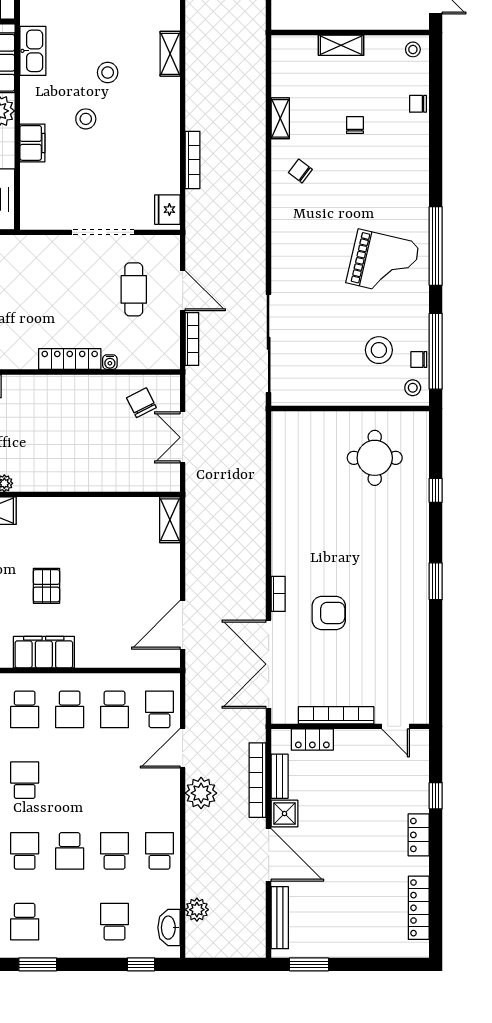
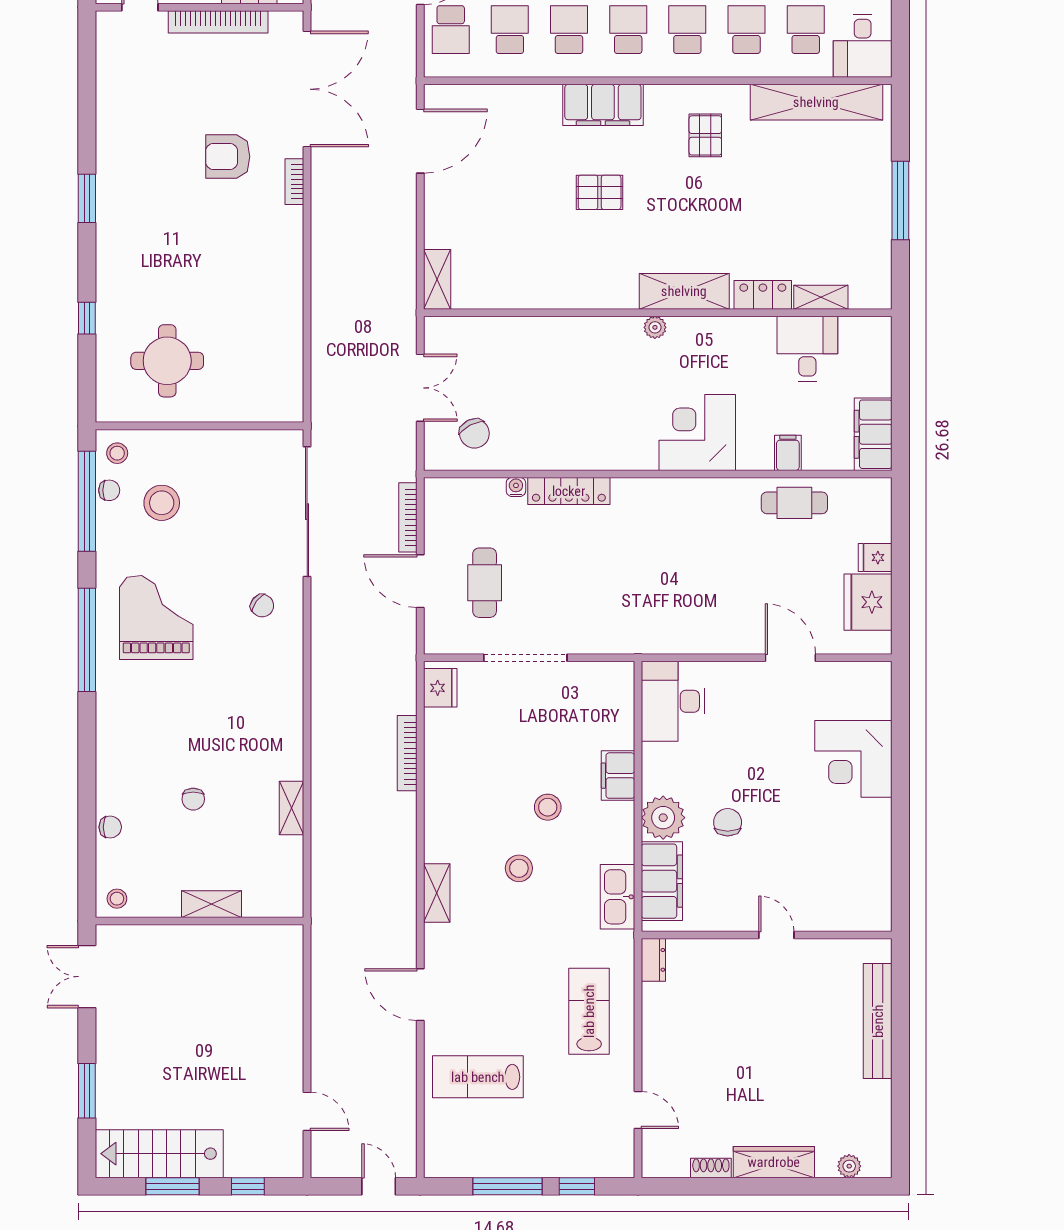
chair: (300, 171) -> (262, 606), moved
grand piano: (383, 263) -> (156, 618), turned 77
pallet: (46, 586) -> (600, 192), turned 90

